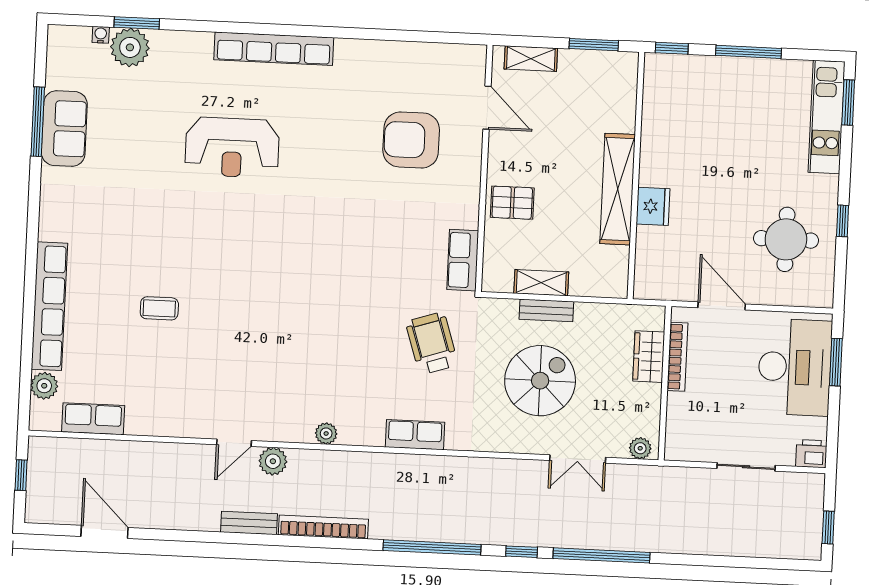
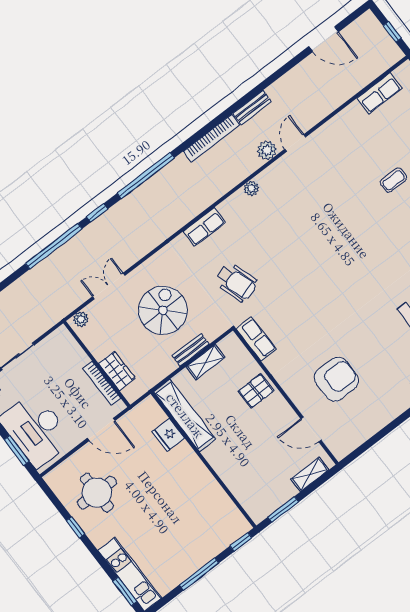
shelving: (618, 189) -> (185, 415), moved
fridge: (653, 206) -> (168, 435), moved
spiral stairs: (540, 381) -> (163, 310), turned 180

